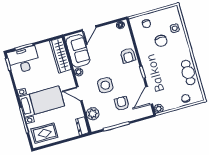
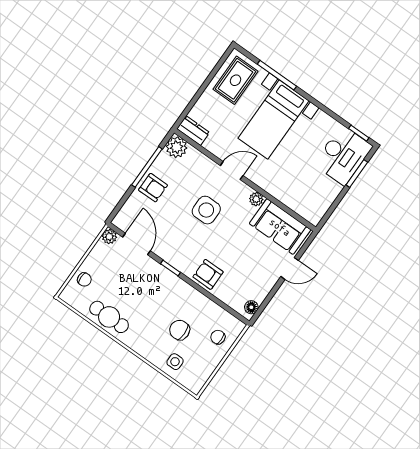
door: (89, 28) -> (290, 268), swing flipped
wardrobe: (60, 55) -> (299, 202), removed
armchair: (122, 103) -> (153, 188), moved
plant: (93, 114) -> (177, 147), moved

